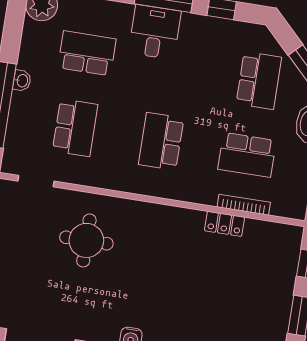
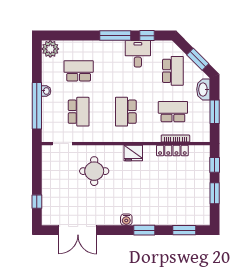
desk: (155, 32) -> (138, 54), moved
school desk: (247, 155) -> (173, 112), turned 180
fridge: (163, 219) -> (133, 153), added
locker: (225, 224) -> (172, 151), width x1.53

